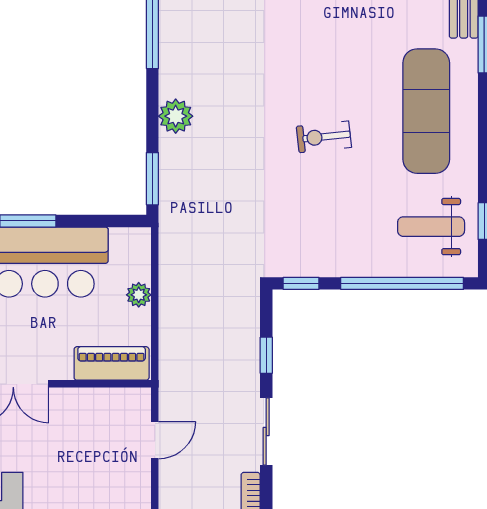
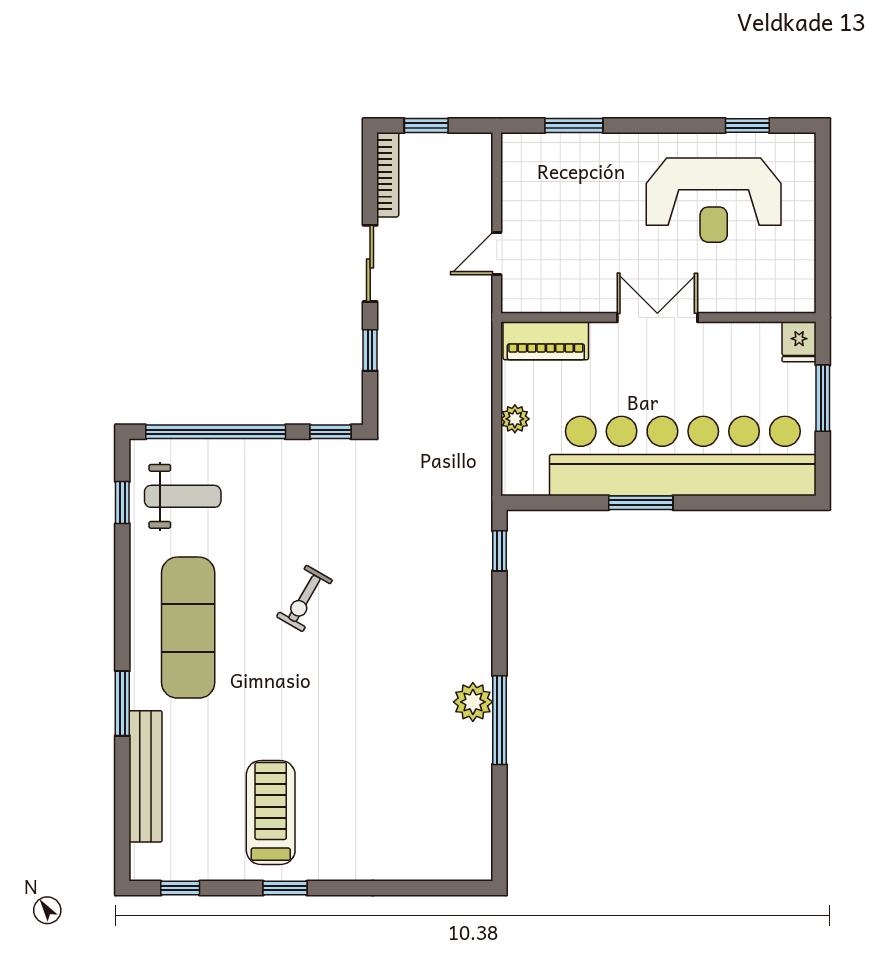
plant: (176, 116) -> (473, 702), moved
exercise bike: (324, 137) -> (304, 598), turned 126
window: (152, 179) -> (499, 551), width x0.67

